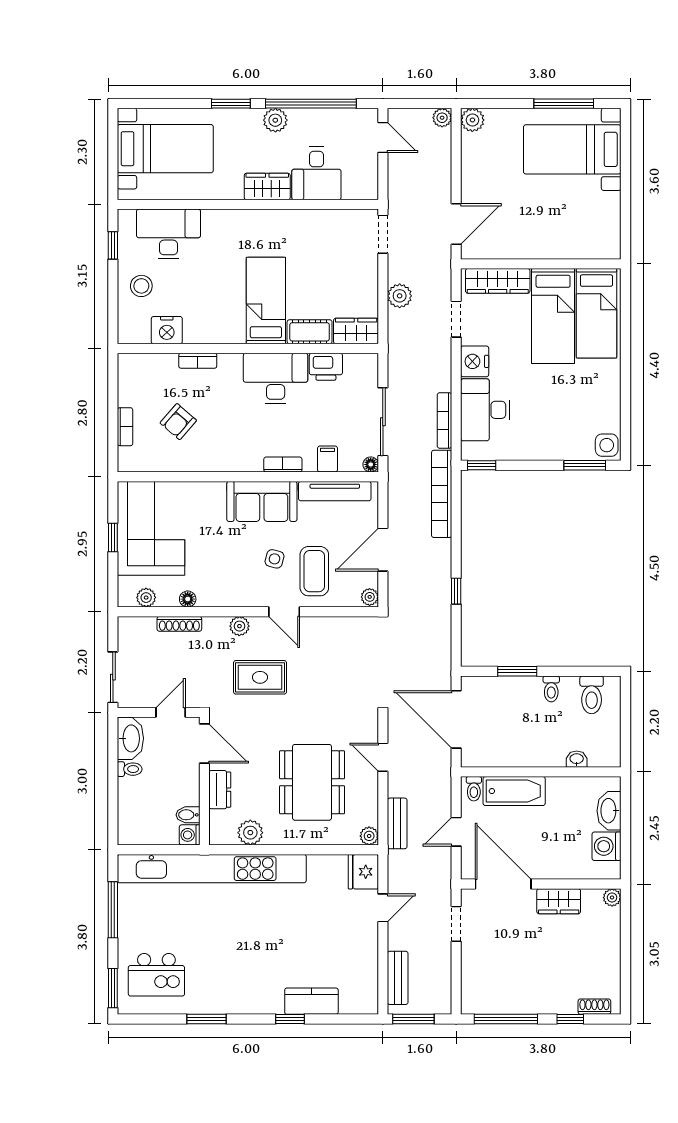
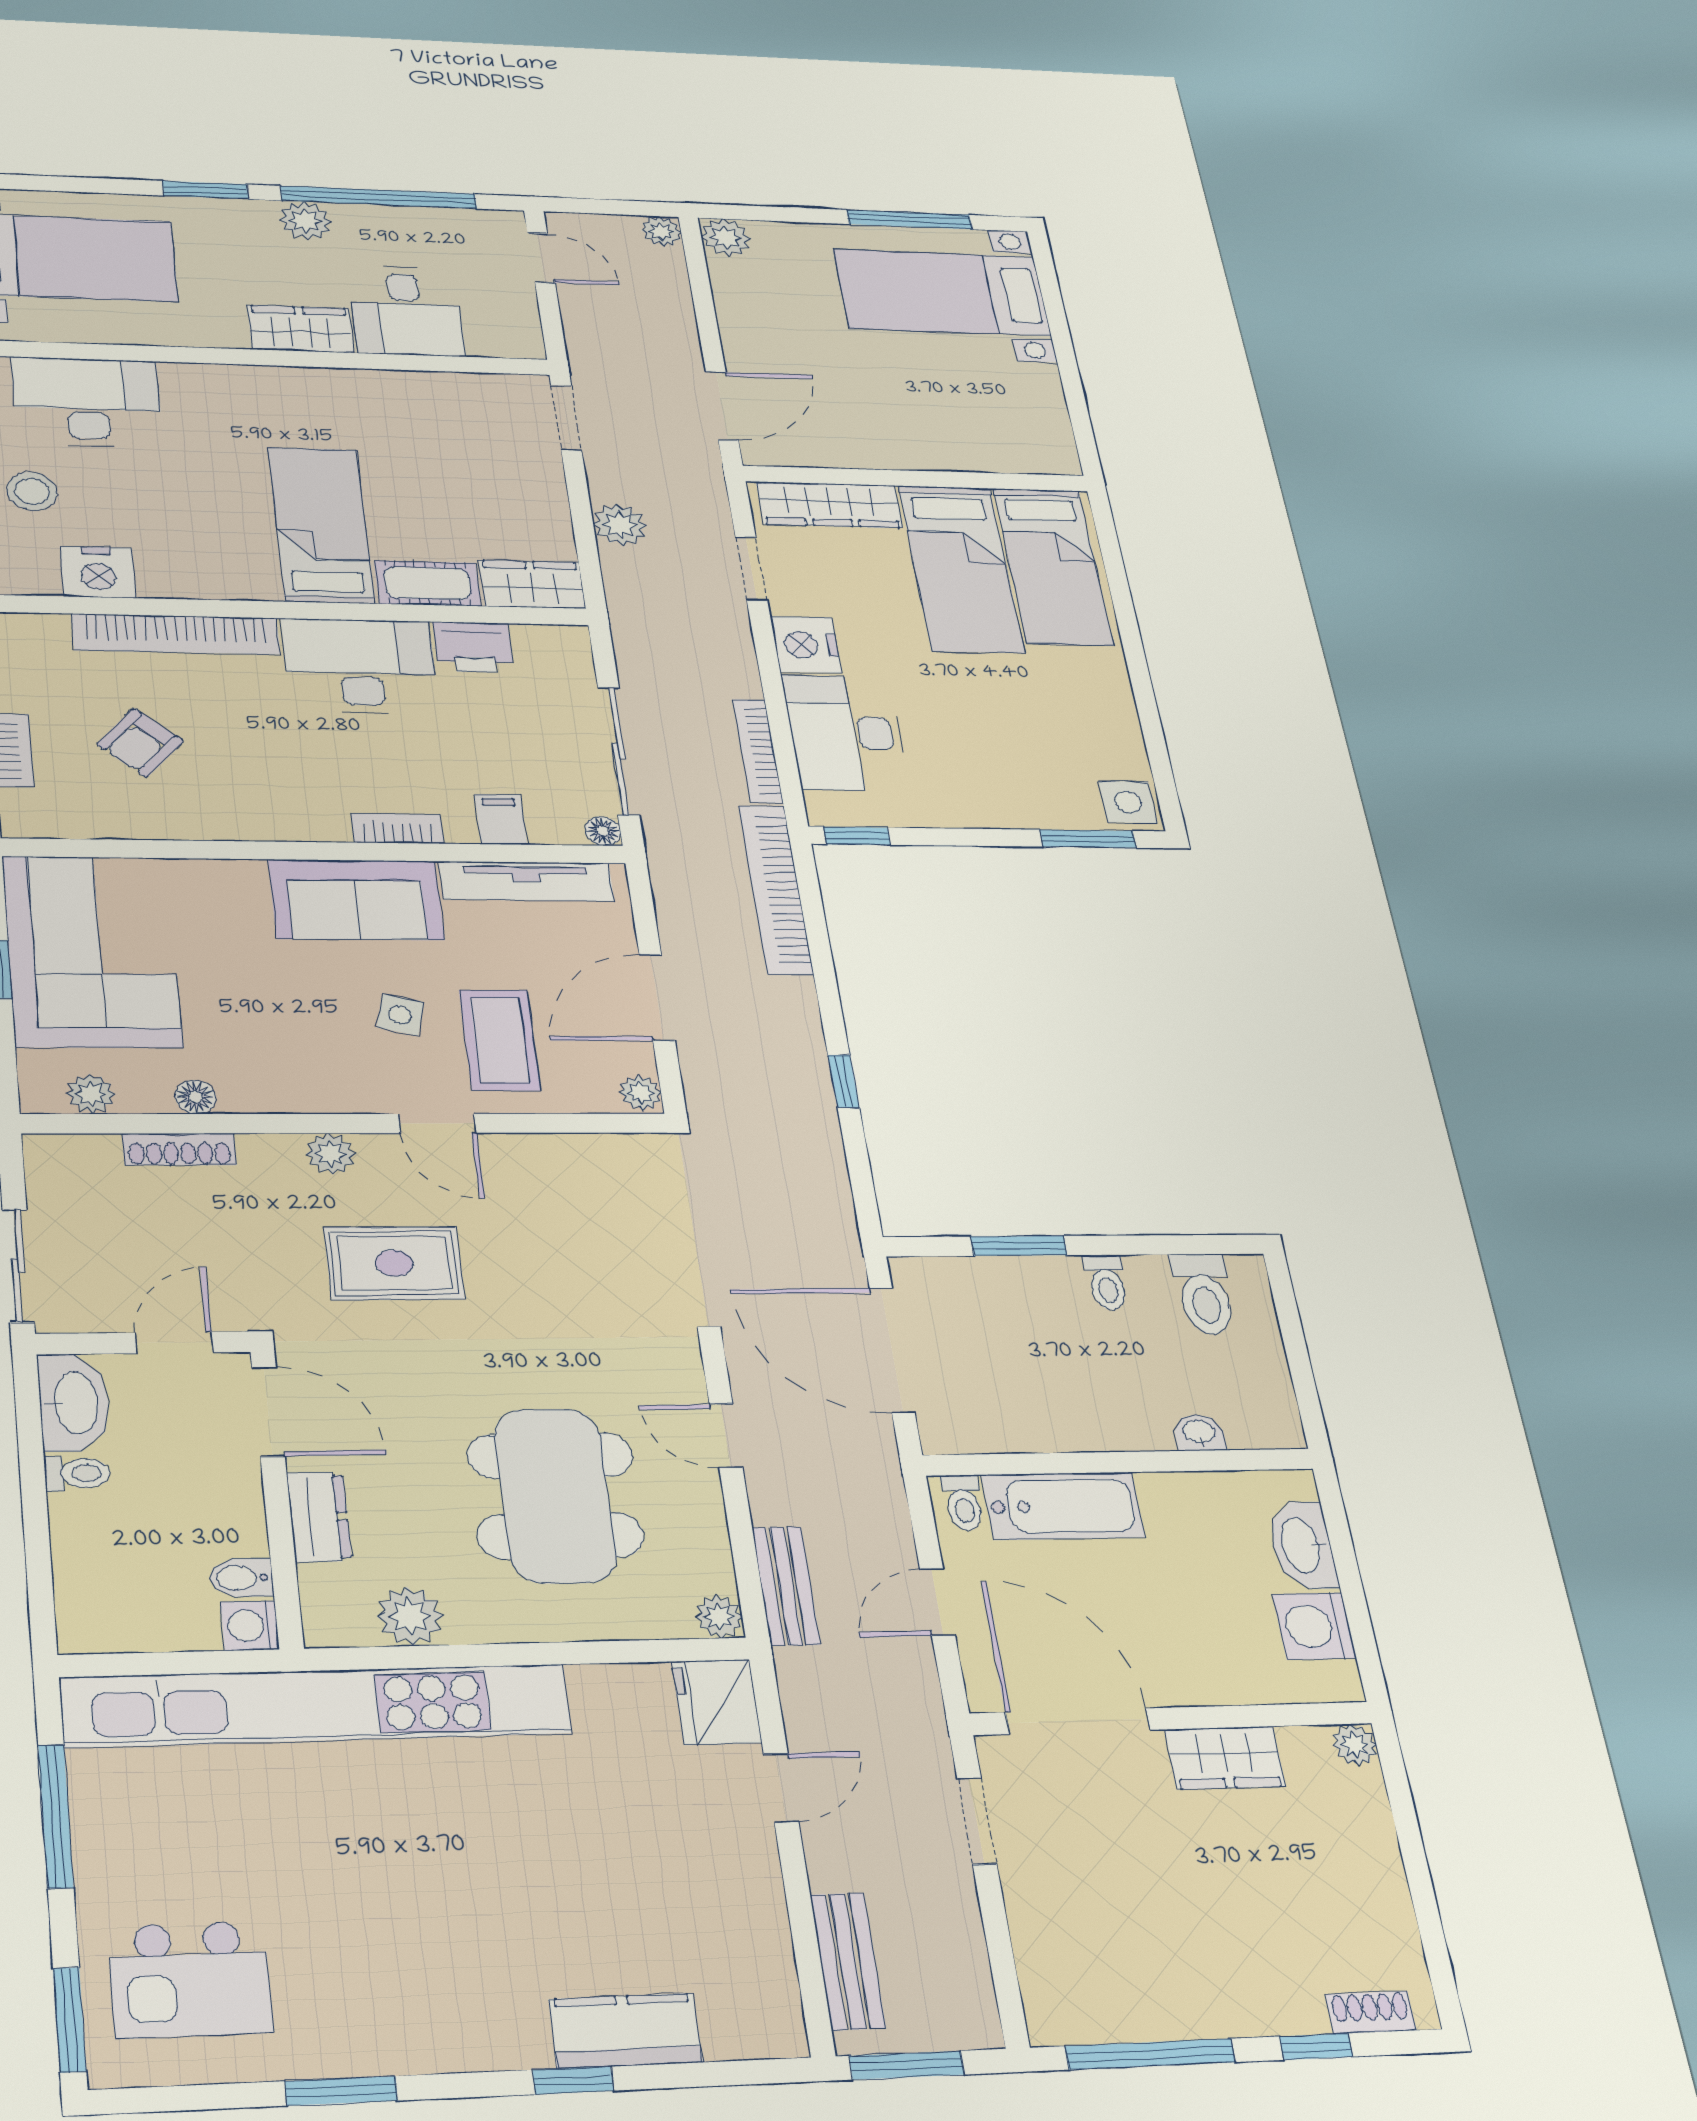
bookcase: (198, 361) -> (176, 634), width x2.31, depth x1.31

